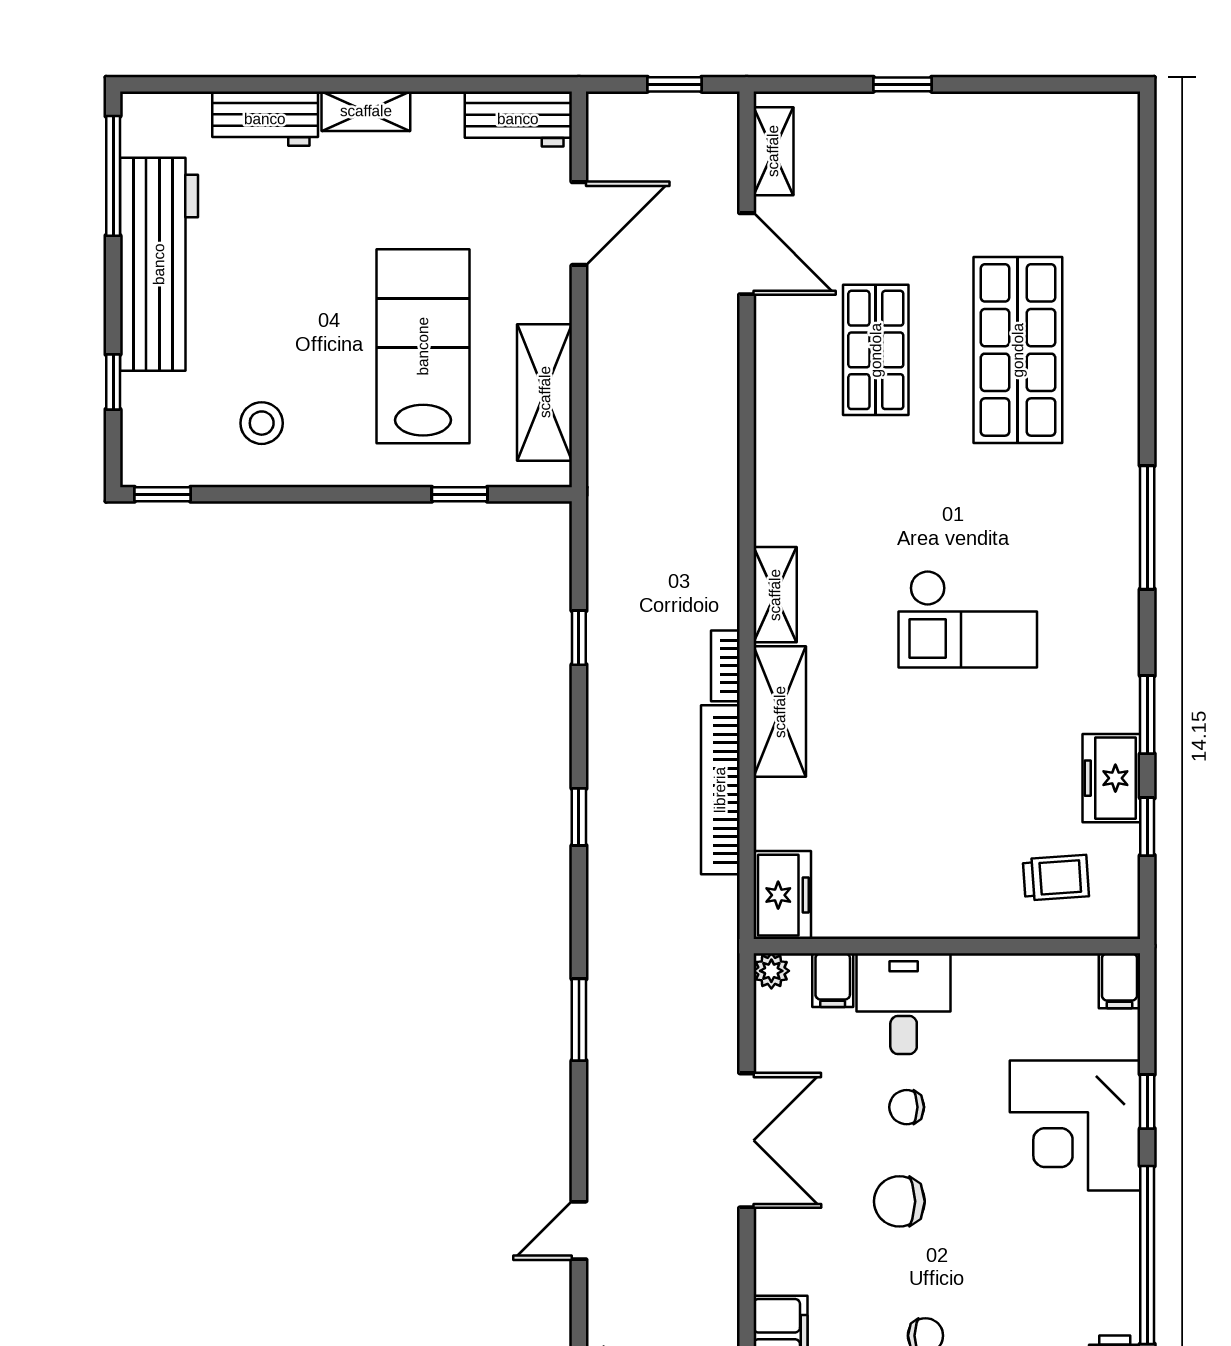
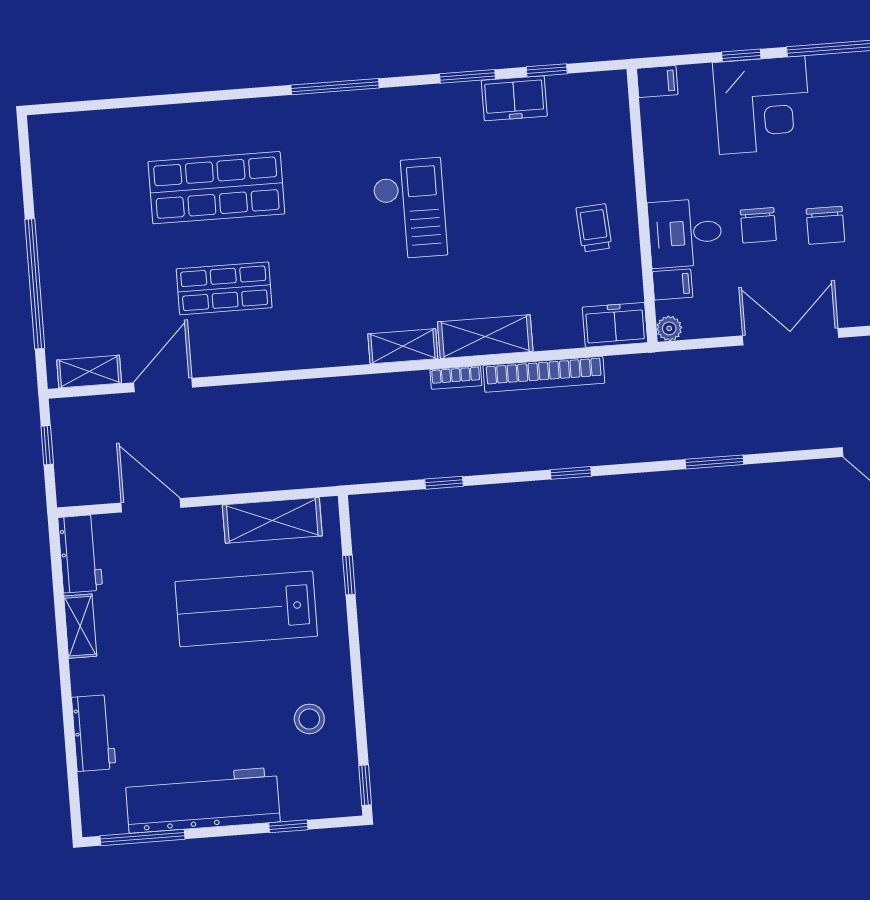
window: (903, 84) -> (35, 284), width x3.17
shelving: (366, 111) -> (80, 626), moved
trolley: (1056, 878) -> (594, 228), moved
chair: (907, 1107) -> (758, 225), width x1.37, depth x1.37

